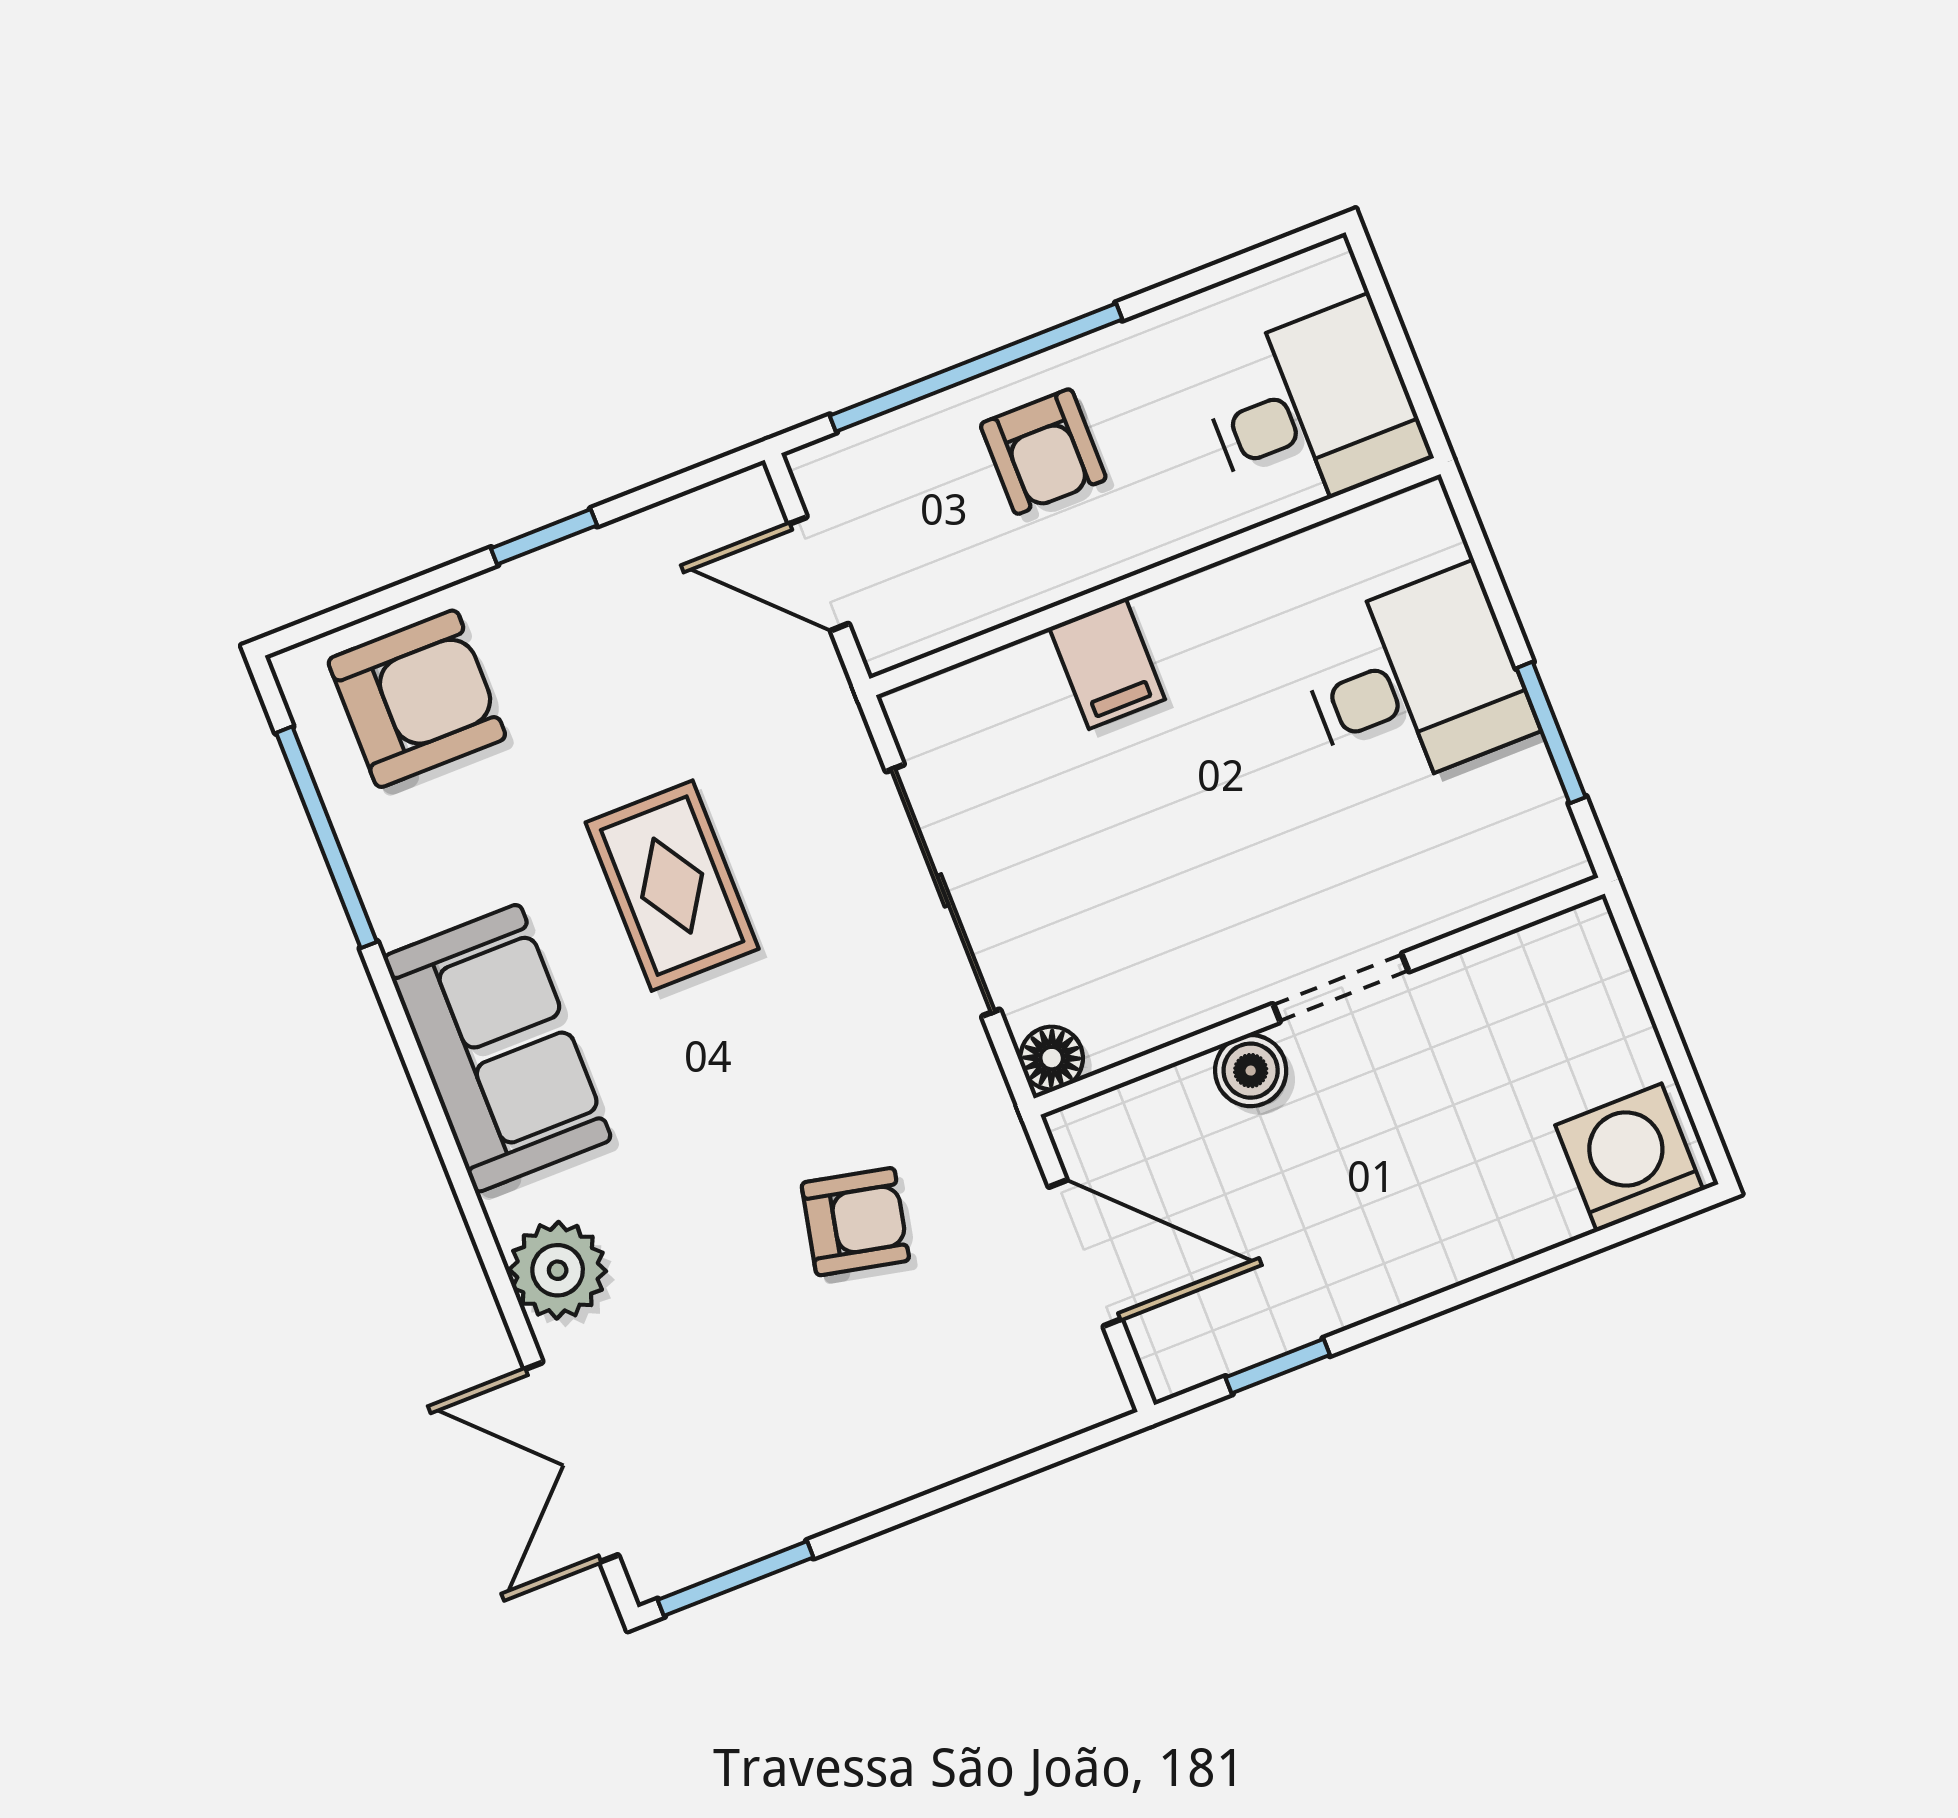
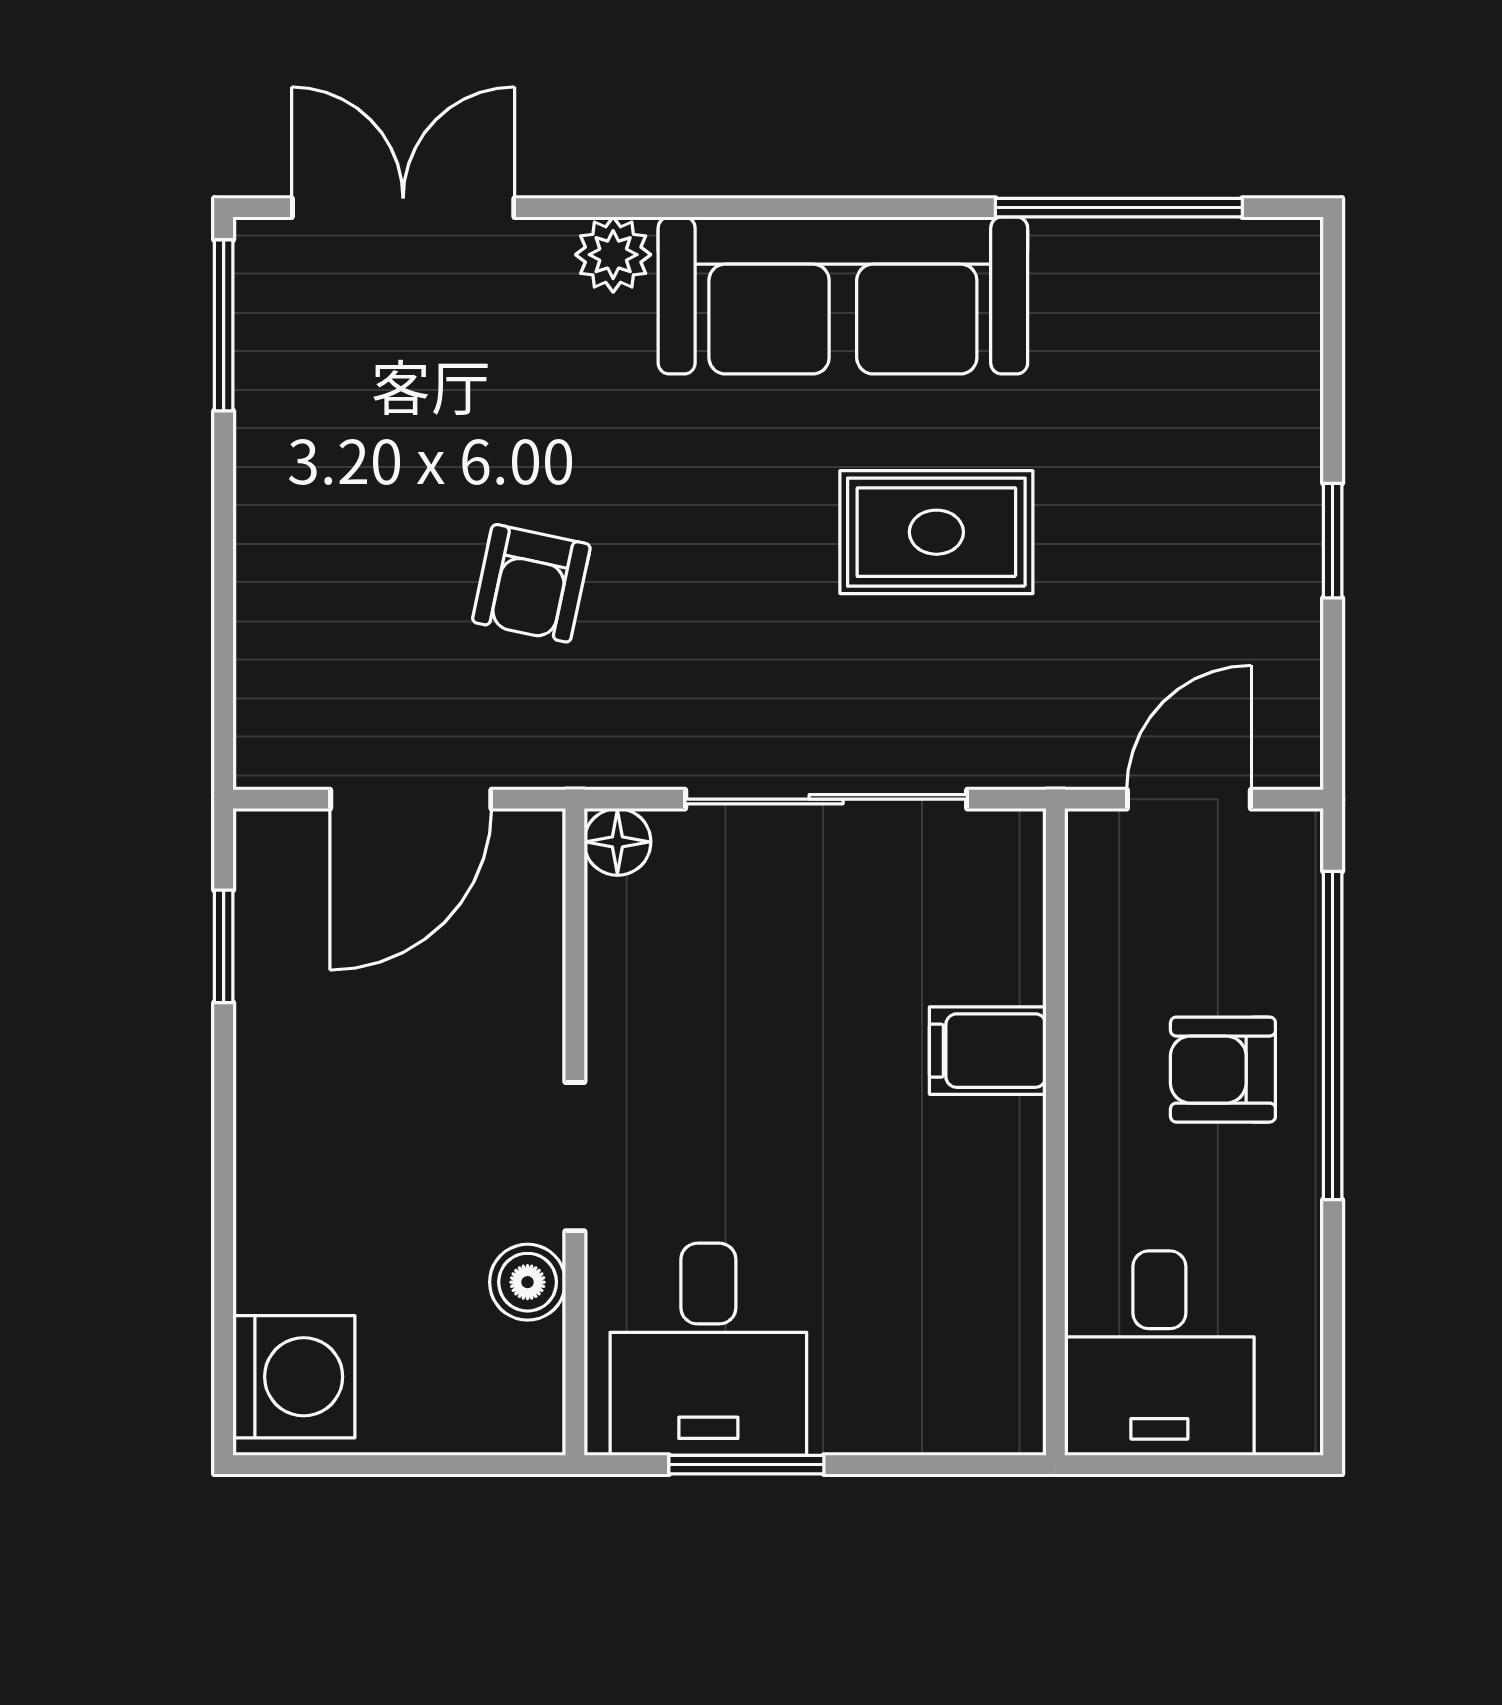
desk: (1415, 681) -> (708, 1349), moved
armchair: (417, 699) -> (1221, 351), removed
sofa: (497, 1048) -> (843, 295), width x1.36
boiler: (1251, 1071) -> (528, 1282), moved
plant: (558, 1270) -> (613, 255), width x0.73, depth x0.73

